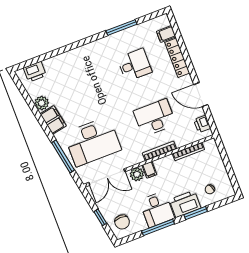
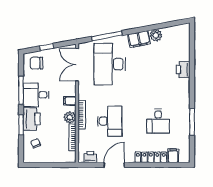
printer: (35, 72) -> (183, 70), moved
plant: (137, 174) -> (70, 117), moved

